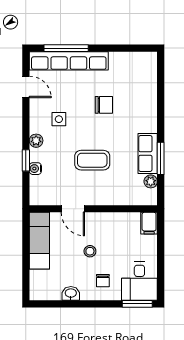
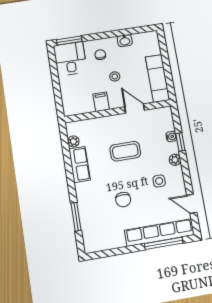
chair: (104, 105) -> (123, 200), turned -90
window: (161, 158) -> (76, 217), moved
filing cabinet: (149, 223) -> (101, 102), moved

